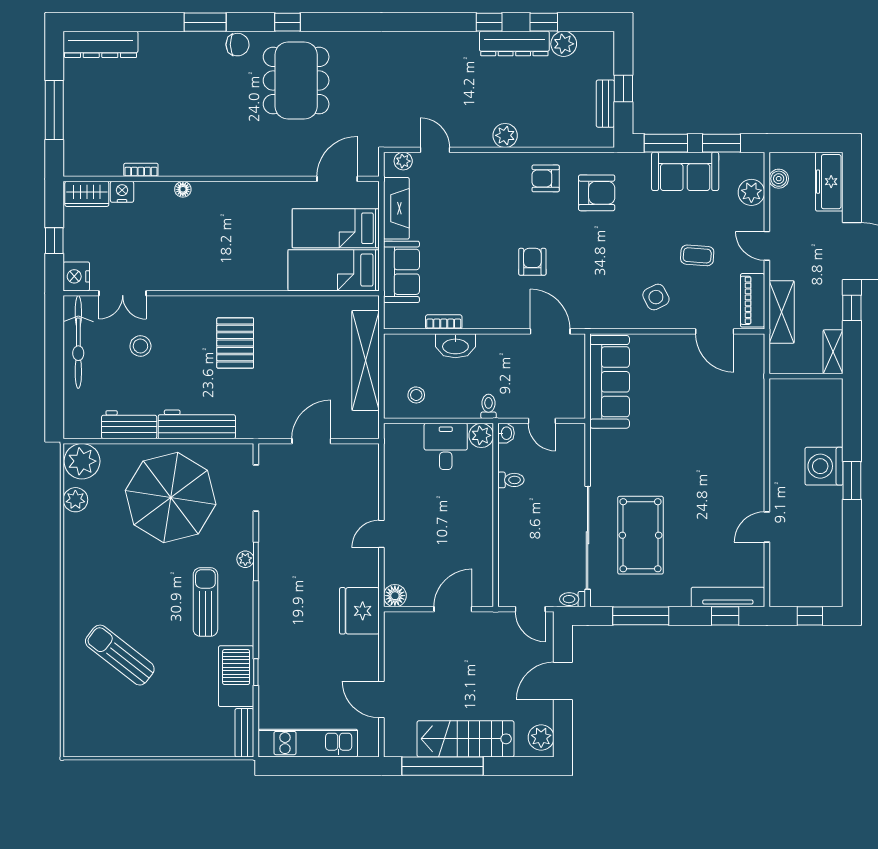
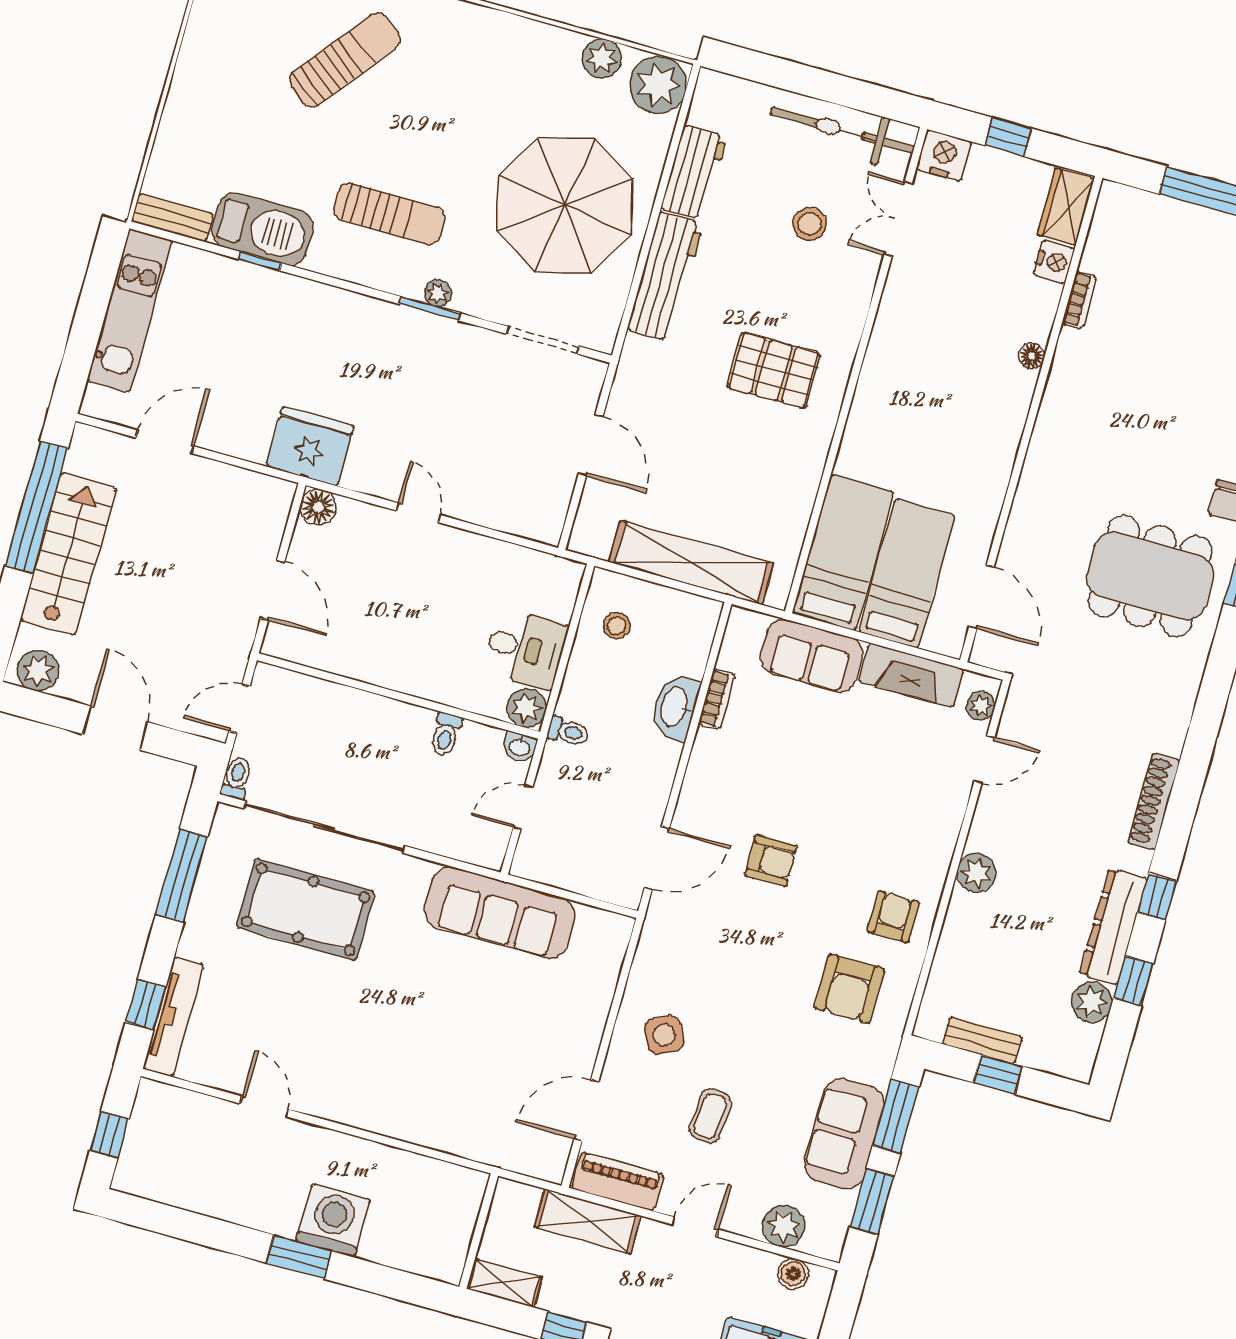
shoe rack: (432, 40) -> (1154, 801), added
sofa: (610, 382) -> (500, 912), moved

